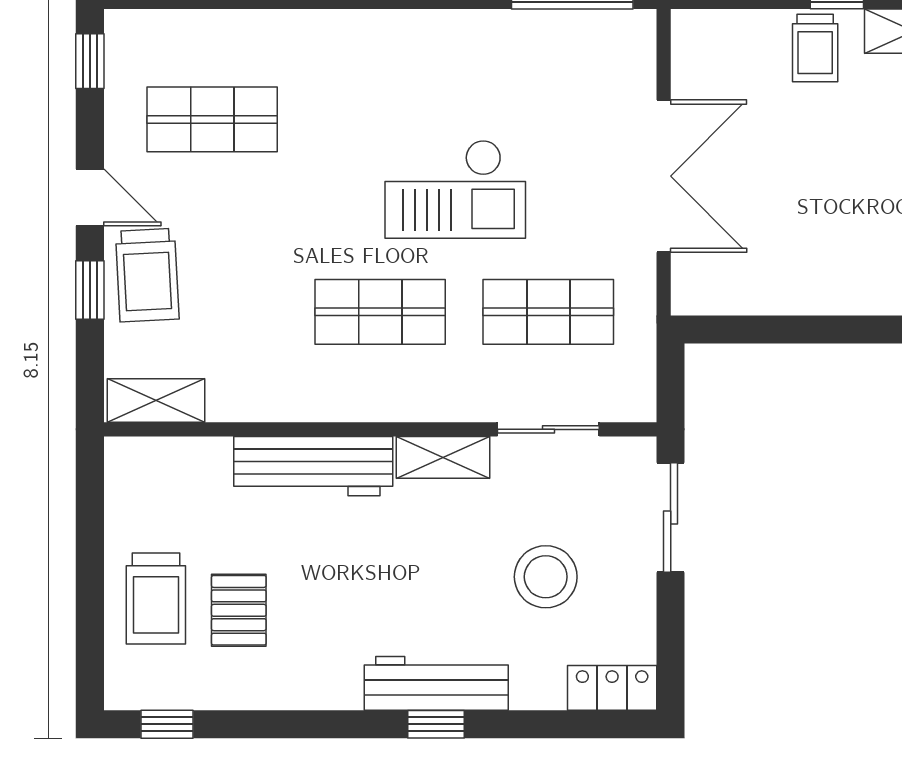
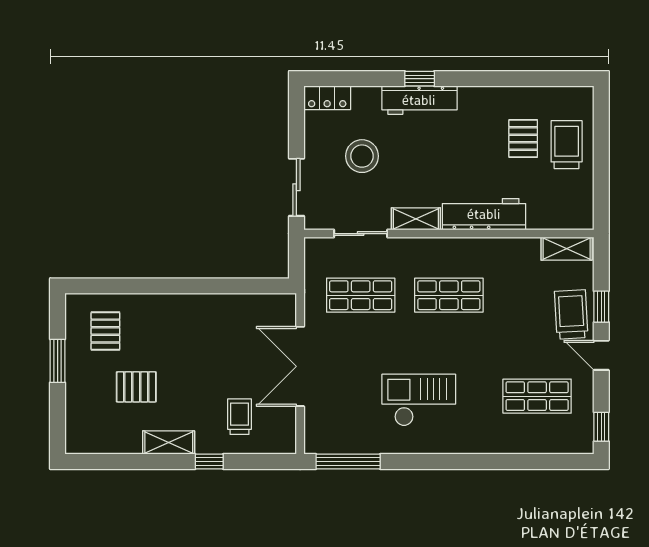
trolley: (815, 48) -> (239, 417), moved
checkout: (455, 189) -> (419, 400), moved
window: (167, 724) -> (561, 79), removed

